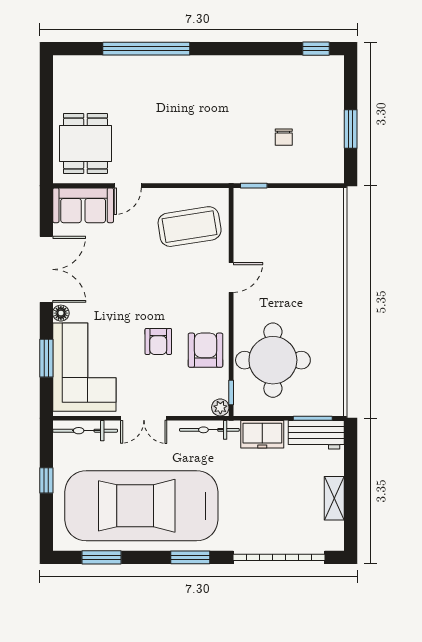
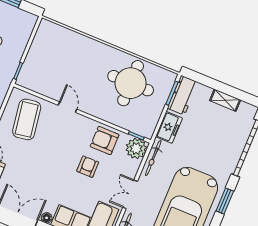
armchair: (158, 341) -> (88, 167), turned -90
round table: (273, 360) -> (131, 83), moved
plant: (220, 407) -> (136, 149), width x1.88, depth x1.88
double door: (144, 418) -> (130, 194), swing flipped

